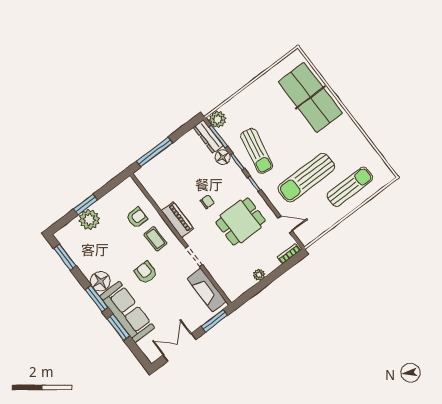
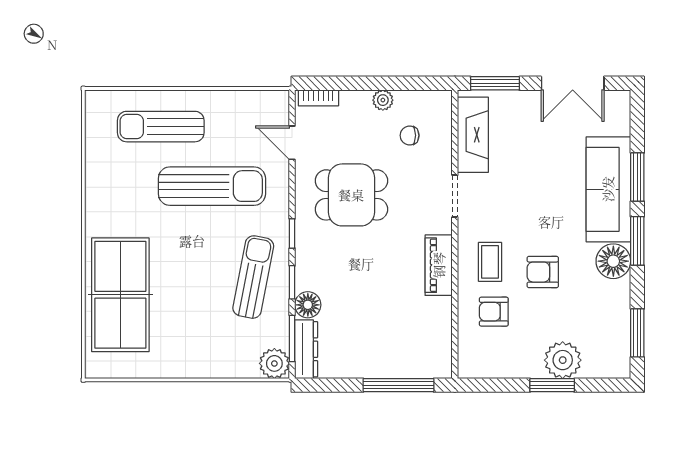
chair: (207, 202) -> (410, 135), moved
armchair: (146, 272) -> (543, 272), moved, turned 90

